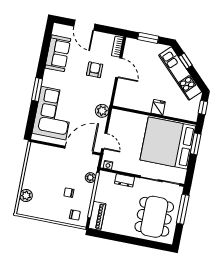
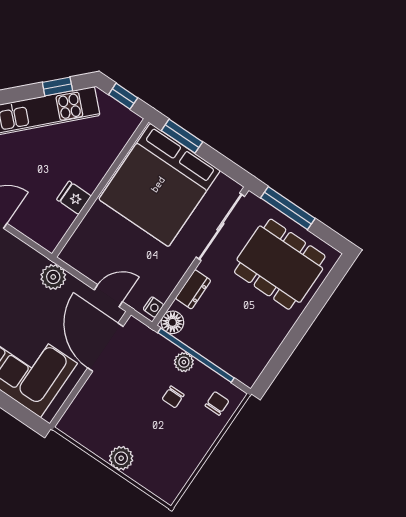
window: (185, 61) -> (57, 86), moved
fridge: (158, 107) -> (74, 198), moved
floor lamp: (105, 177) -> (172, 322), added
plant: (90, 178) -> (184, 362), moved
plant: (26, 195) -> (121, 458), moved
piano: (97, 216) -> (235, 364), removed

